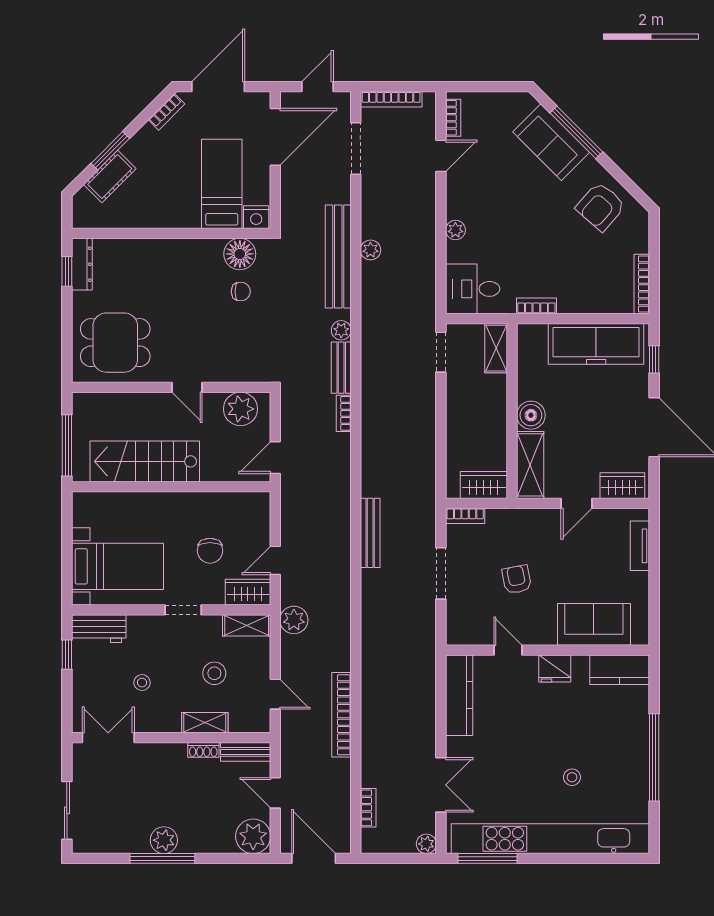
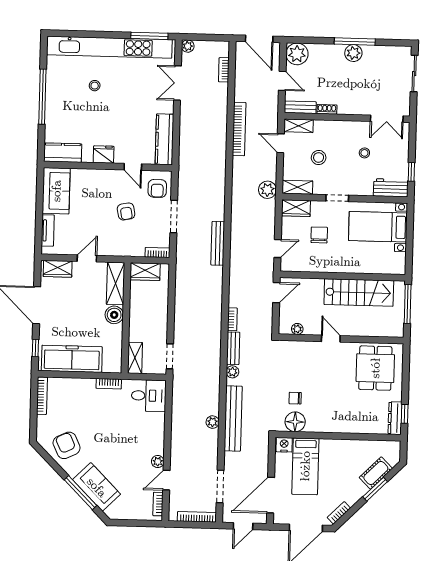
armchair: (601, 207) -> (67, 445), turned -66
plant: (455, 230) -> (158, 462), moved
dining table: (115, 343) -> (375, 368), turned 90
plant: (240, 409) -> (297, 329), width x0.53, depth x0.53
door: (275, 560) -> (278, 249), moved
armchair: (468, 617) -> (157, 188), added
sofa: (594, 624) -> (56, 191), moved, turned -90
shelving: (205, 723) -> (298, 126), moved

